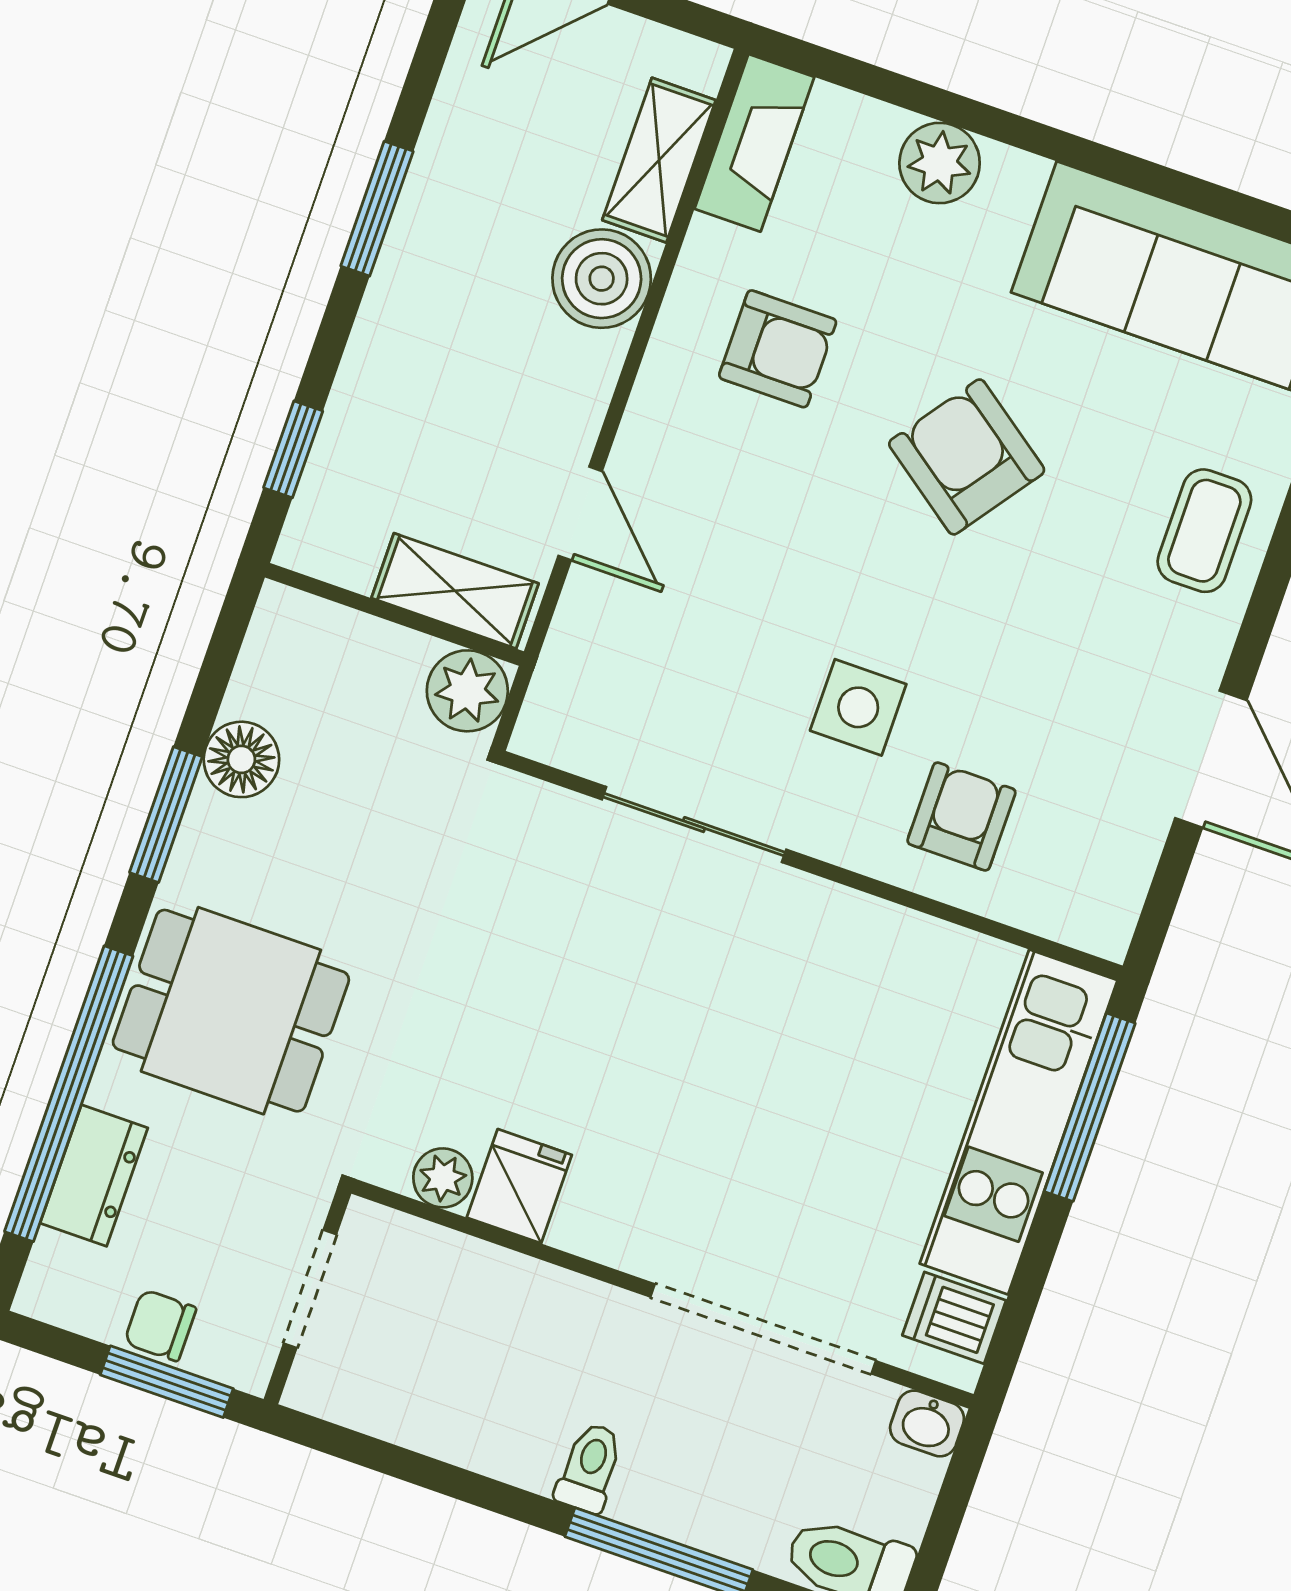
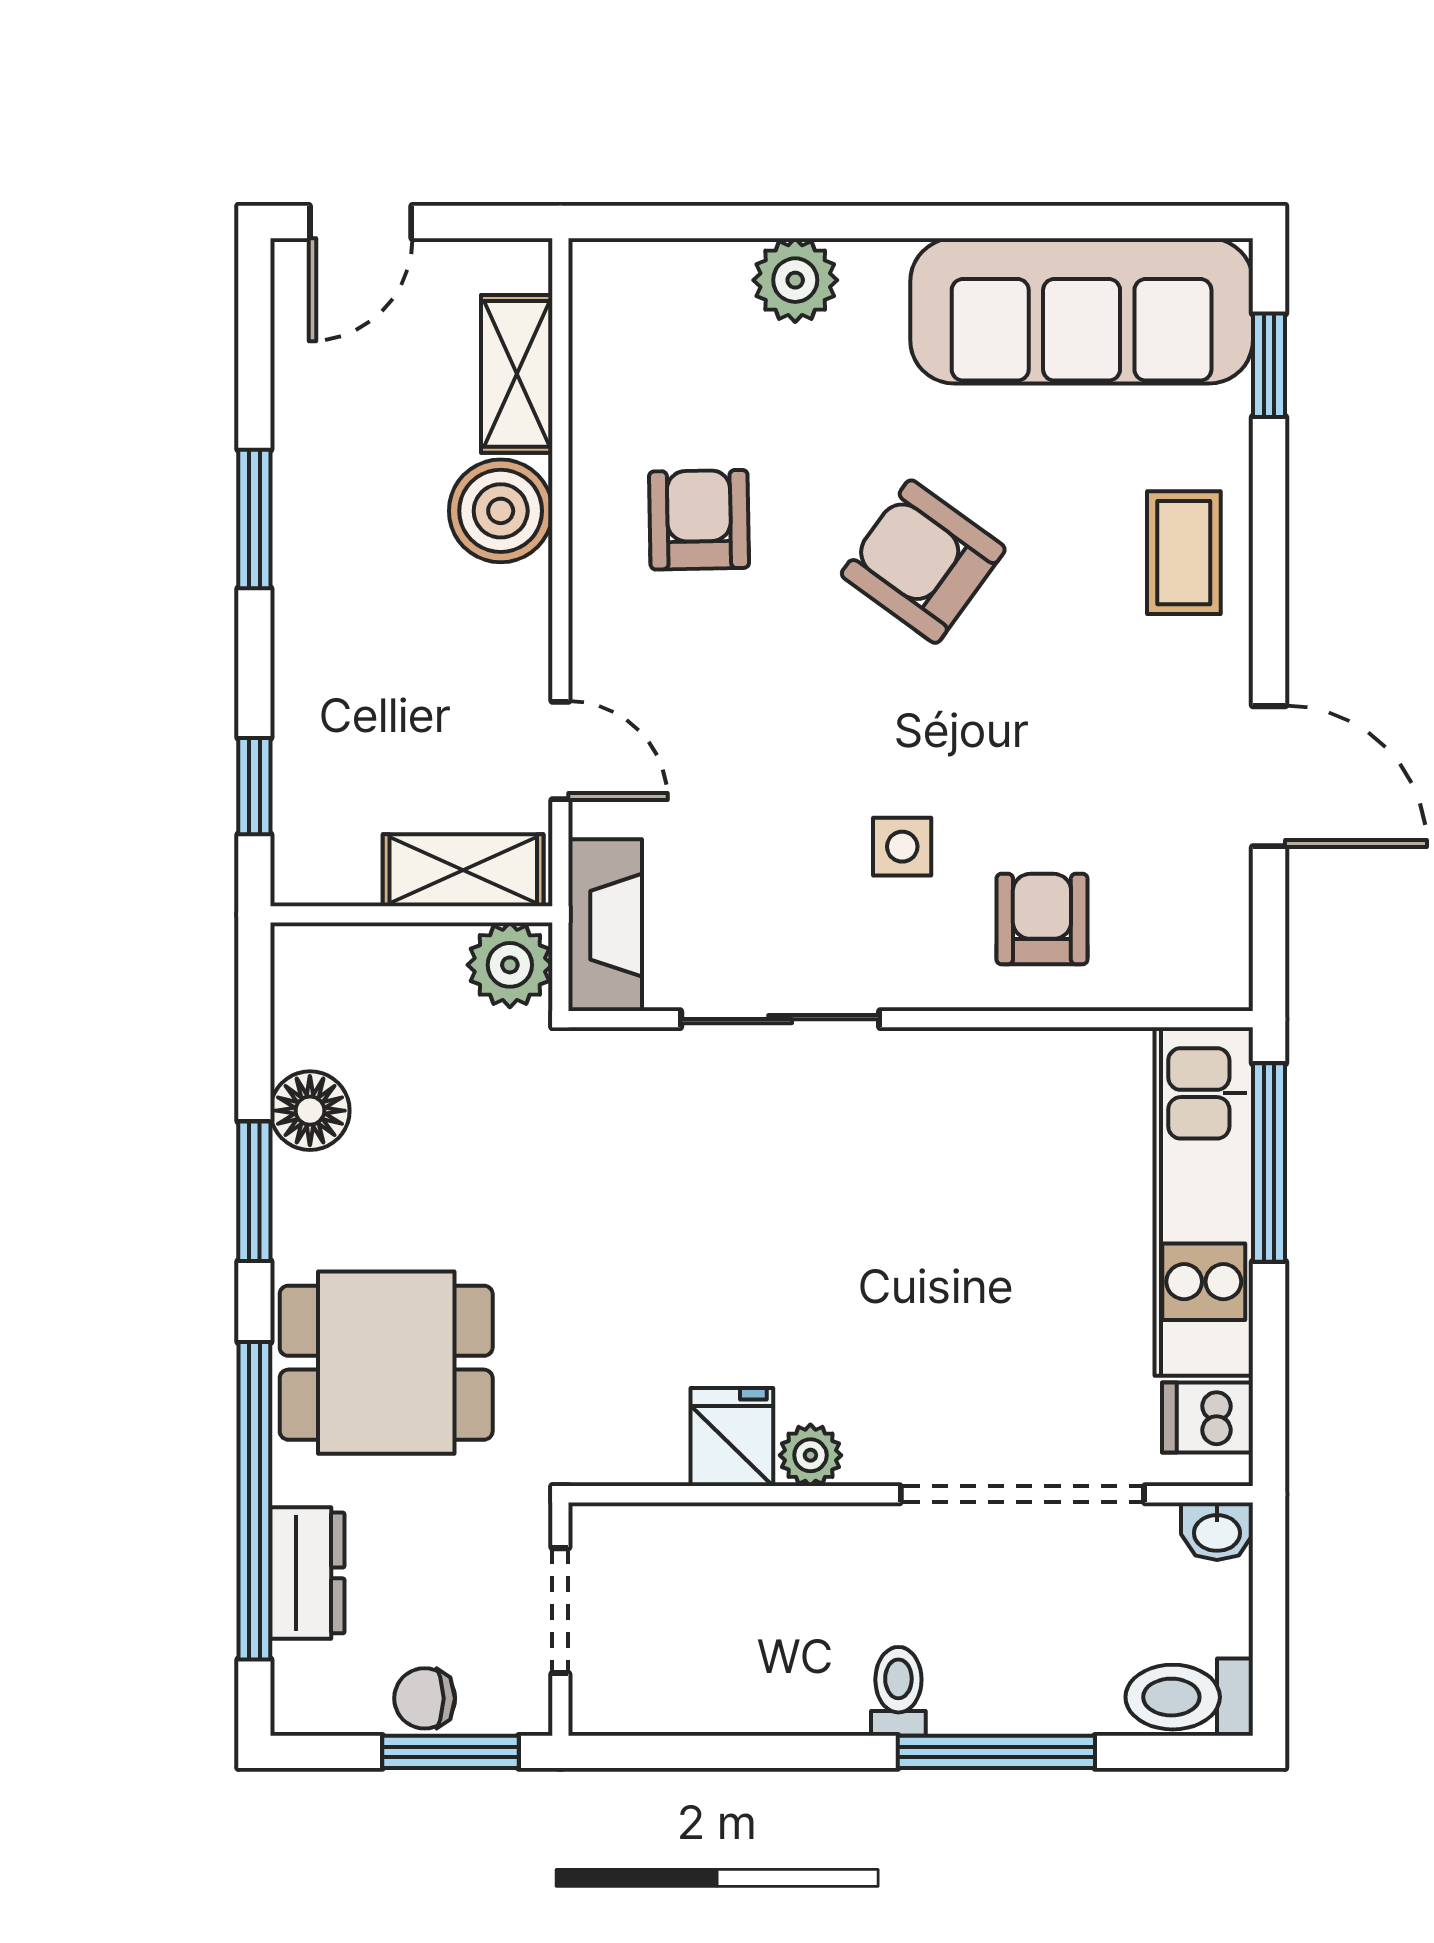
fireplace: (754, 143) -> (605, 925), moved
armchair: (778, 349) -> (699, 520), turned -91
side table: (858, 707) -> (902, 847), width x0.73, depth x0.73
plant: (443, 1178) -> (810, 1455), moved

